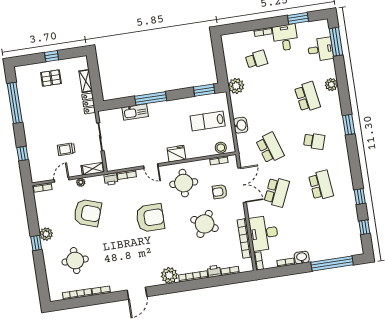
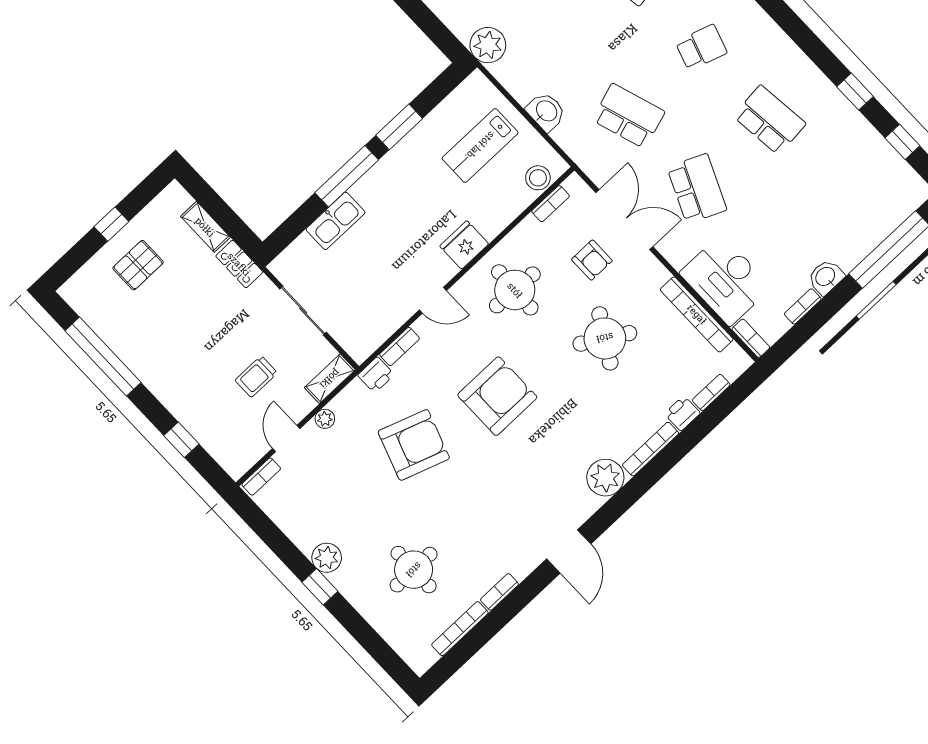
window: (204, 90) -> (399, 127), moved
armchair: (220, 192) -> (592, 260), turned -90
armchair: (87, 213) -> (414, 445), moved

